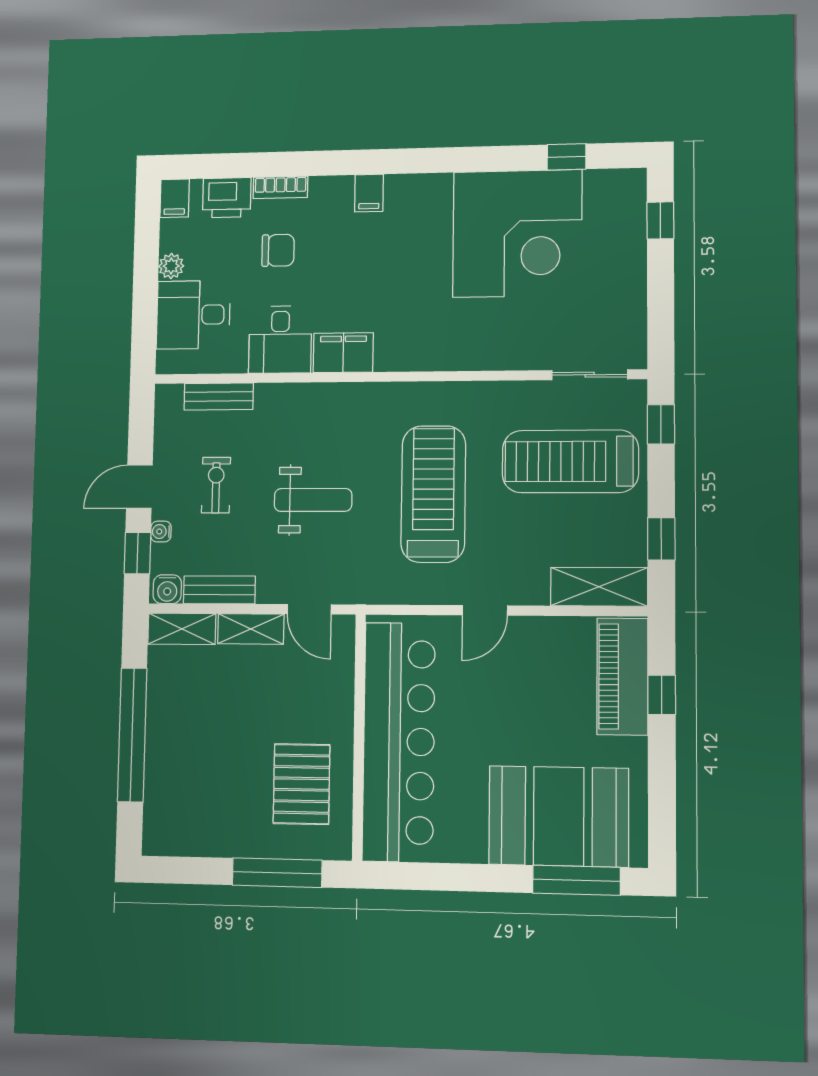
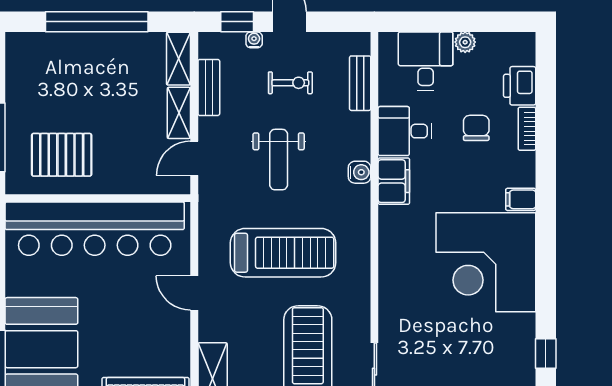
filing cabinet: (175, 198) -> (520, 43), removed
corner desk: (517, 233) -> (486, 262), moved
chair: (278, 250) -> (476, 128), turned 180
water cooler: (167, 589) -> (360, 172), moved, turned 180

